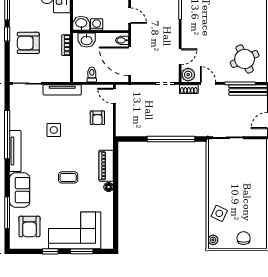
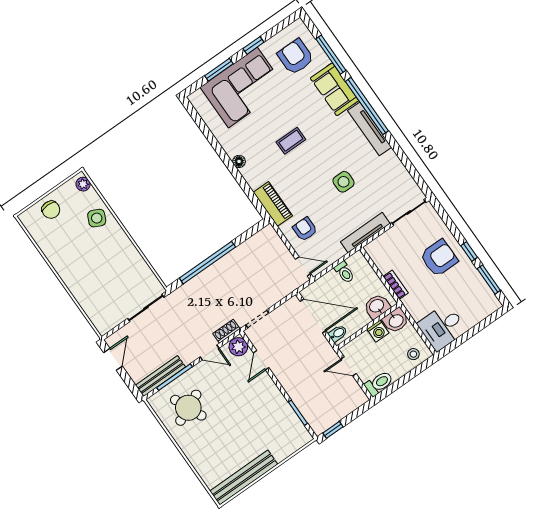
window: (7, 135) -> (367, 106), moved
piano: (106, 166) -> (273, 204), moved

